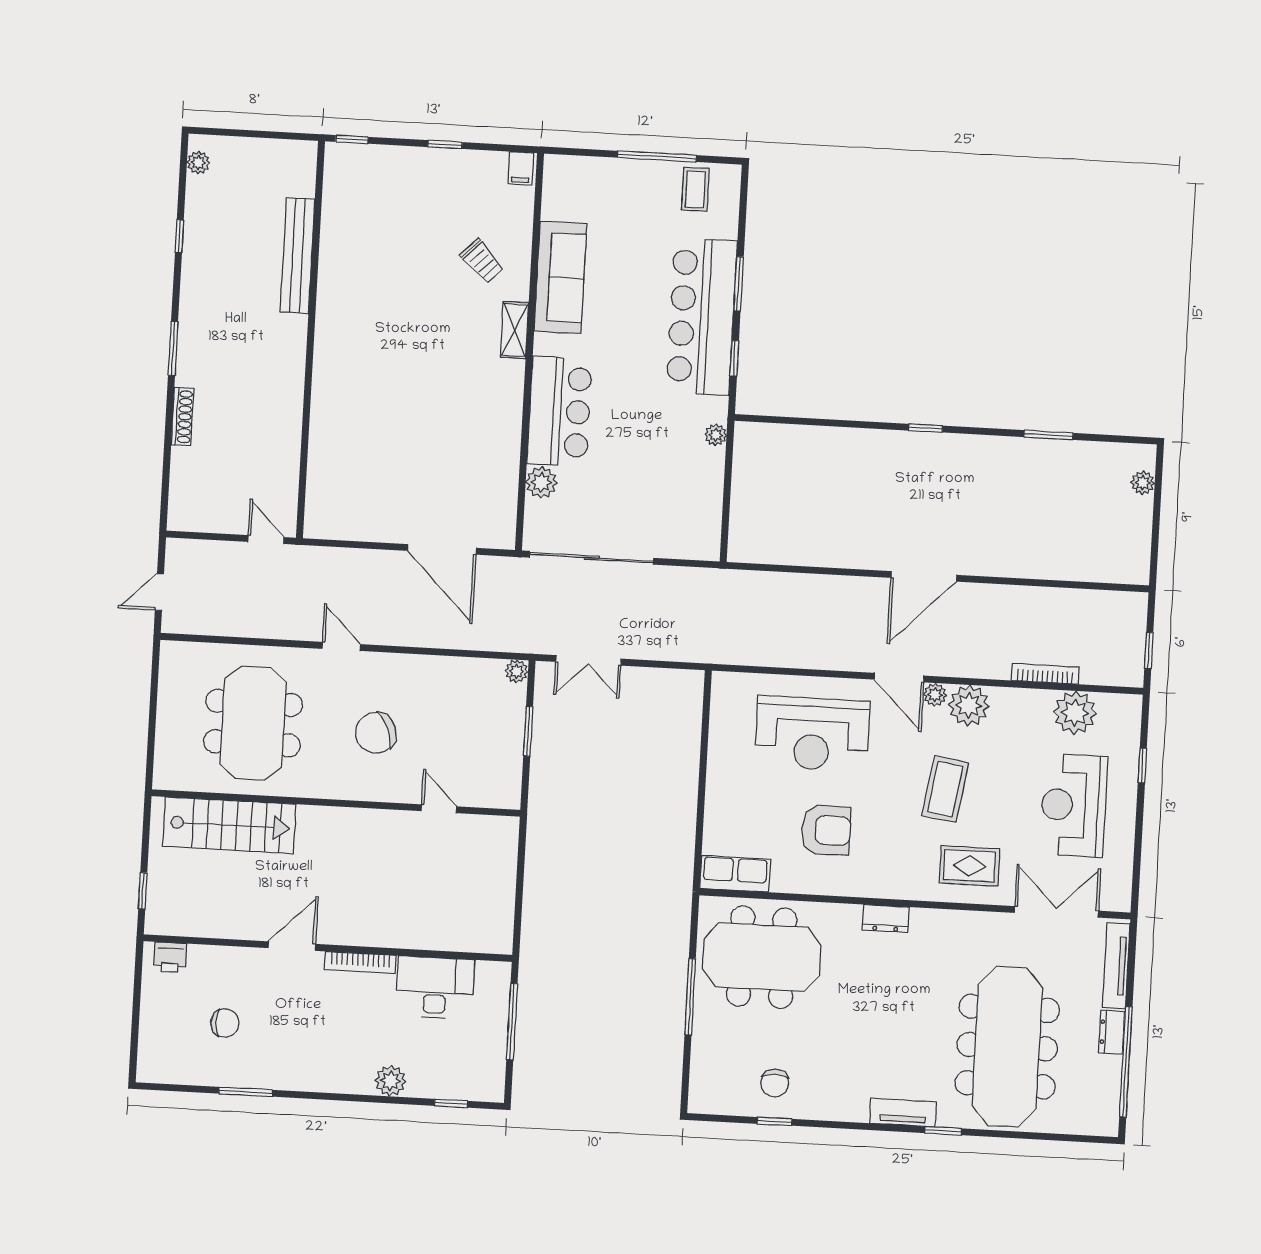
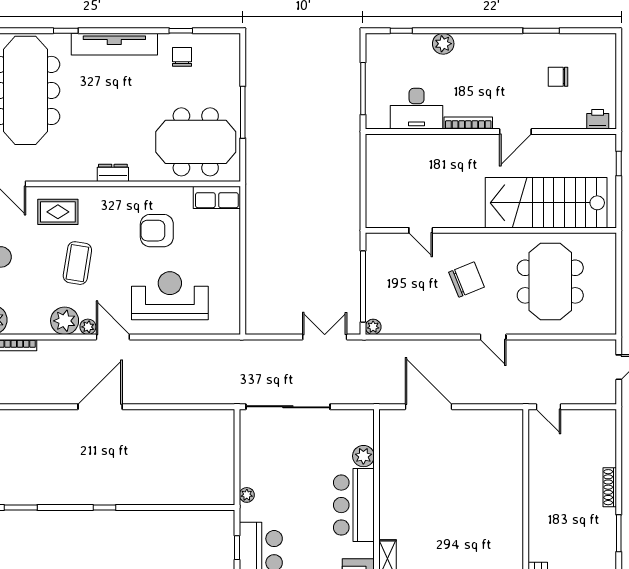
sliding door: (592, 558) -> (288, 407), moved
window: (528, 731) -> (363, 286), width x2.11
stairs: (229, 825) -> (546, 203), width x1.36, depth x1.51
tv unit: (903, 1113) -> (114, 44), width x1.92, depth x1.29

